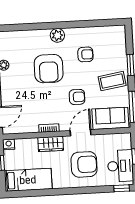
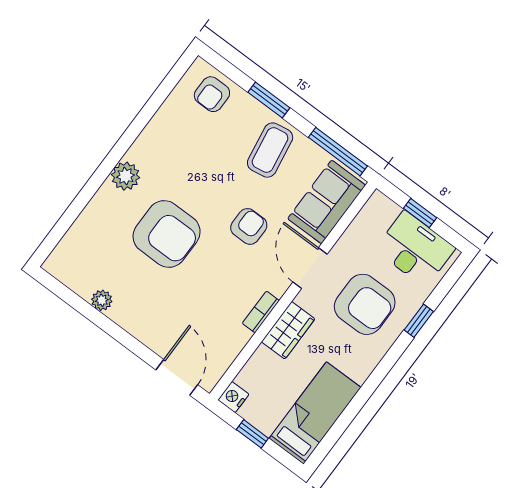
armchair: (85, 54) -> (212, 94), moved, turned 180
armchair: (84, 164) -> (365, 304), turned 90
window: (122, 188) -> (419, 321), moved

